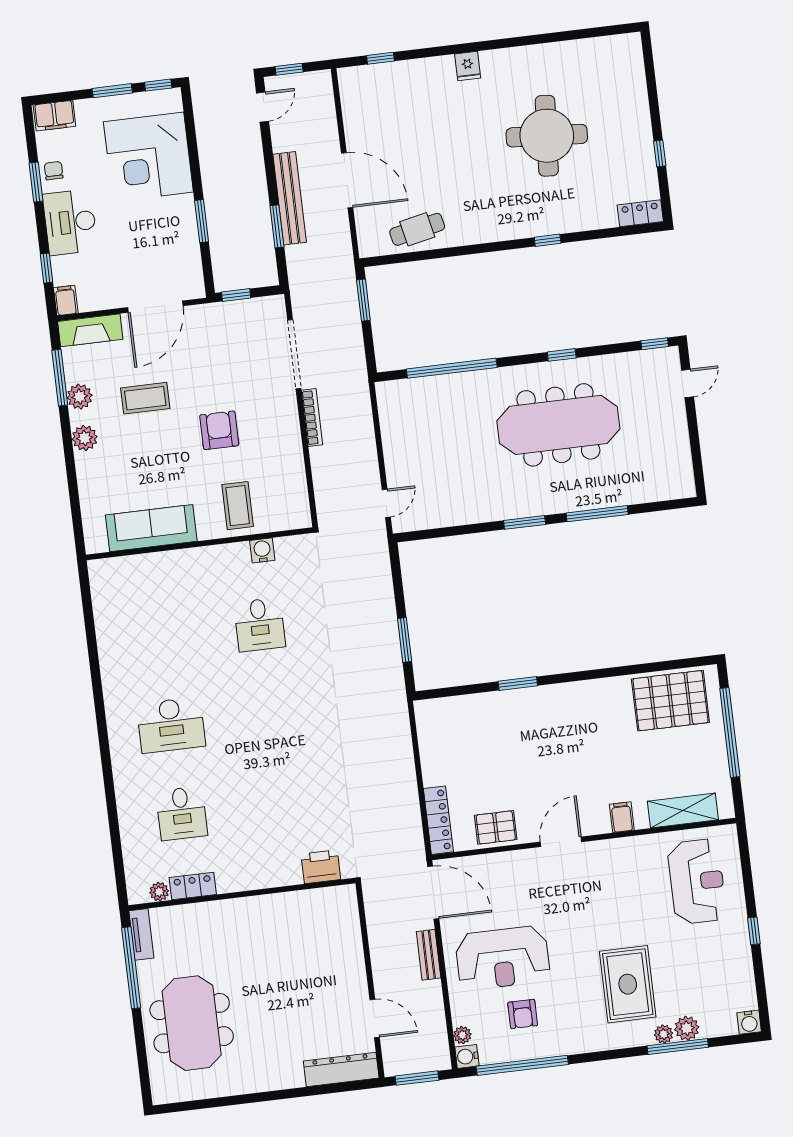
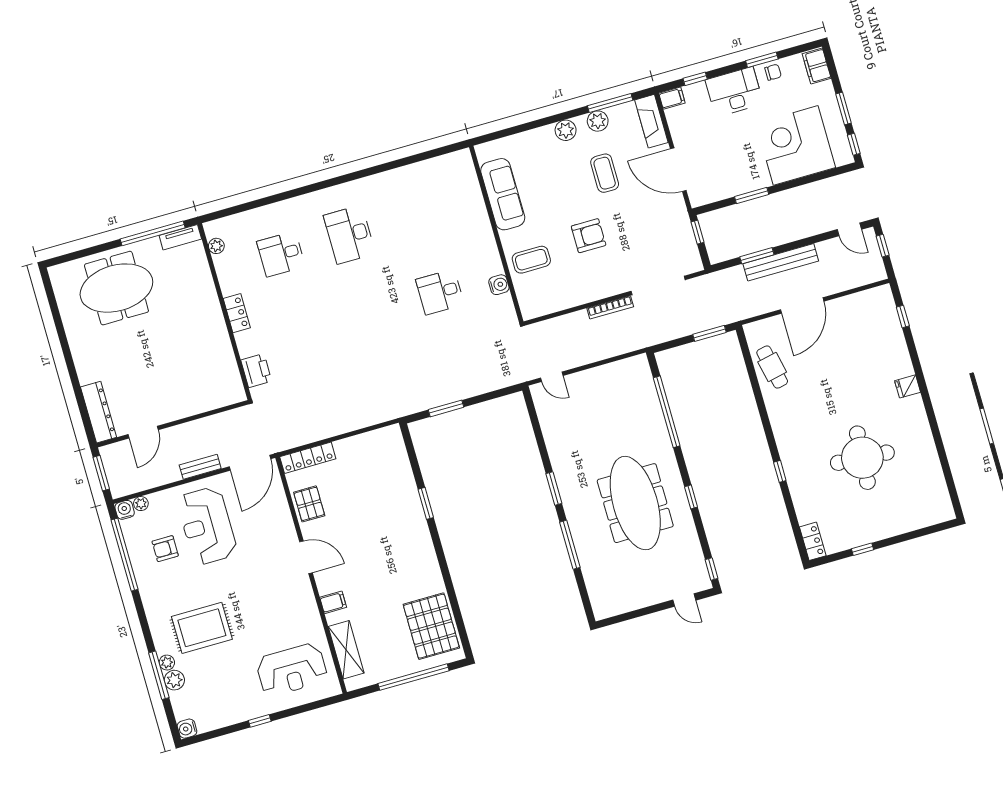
locker: (193, 886) -> (237, 313), moved

